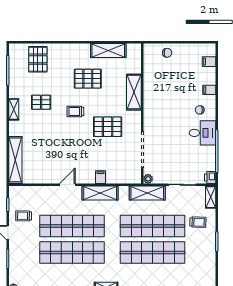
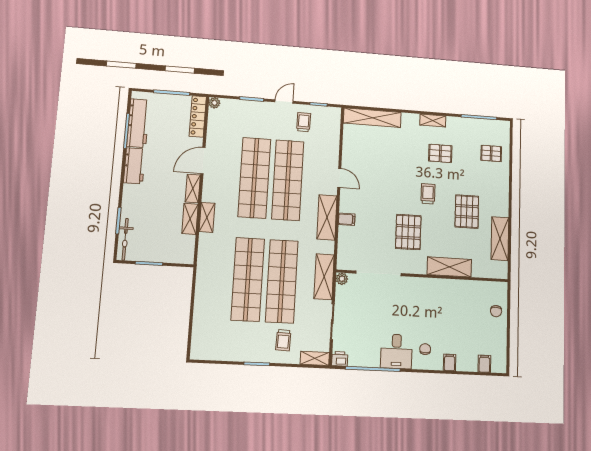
pallet: (38, 59) -> (491, 153), width x0.67, depth x0.71
pallet: (41, 102) -> (440, 153), turned 90

